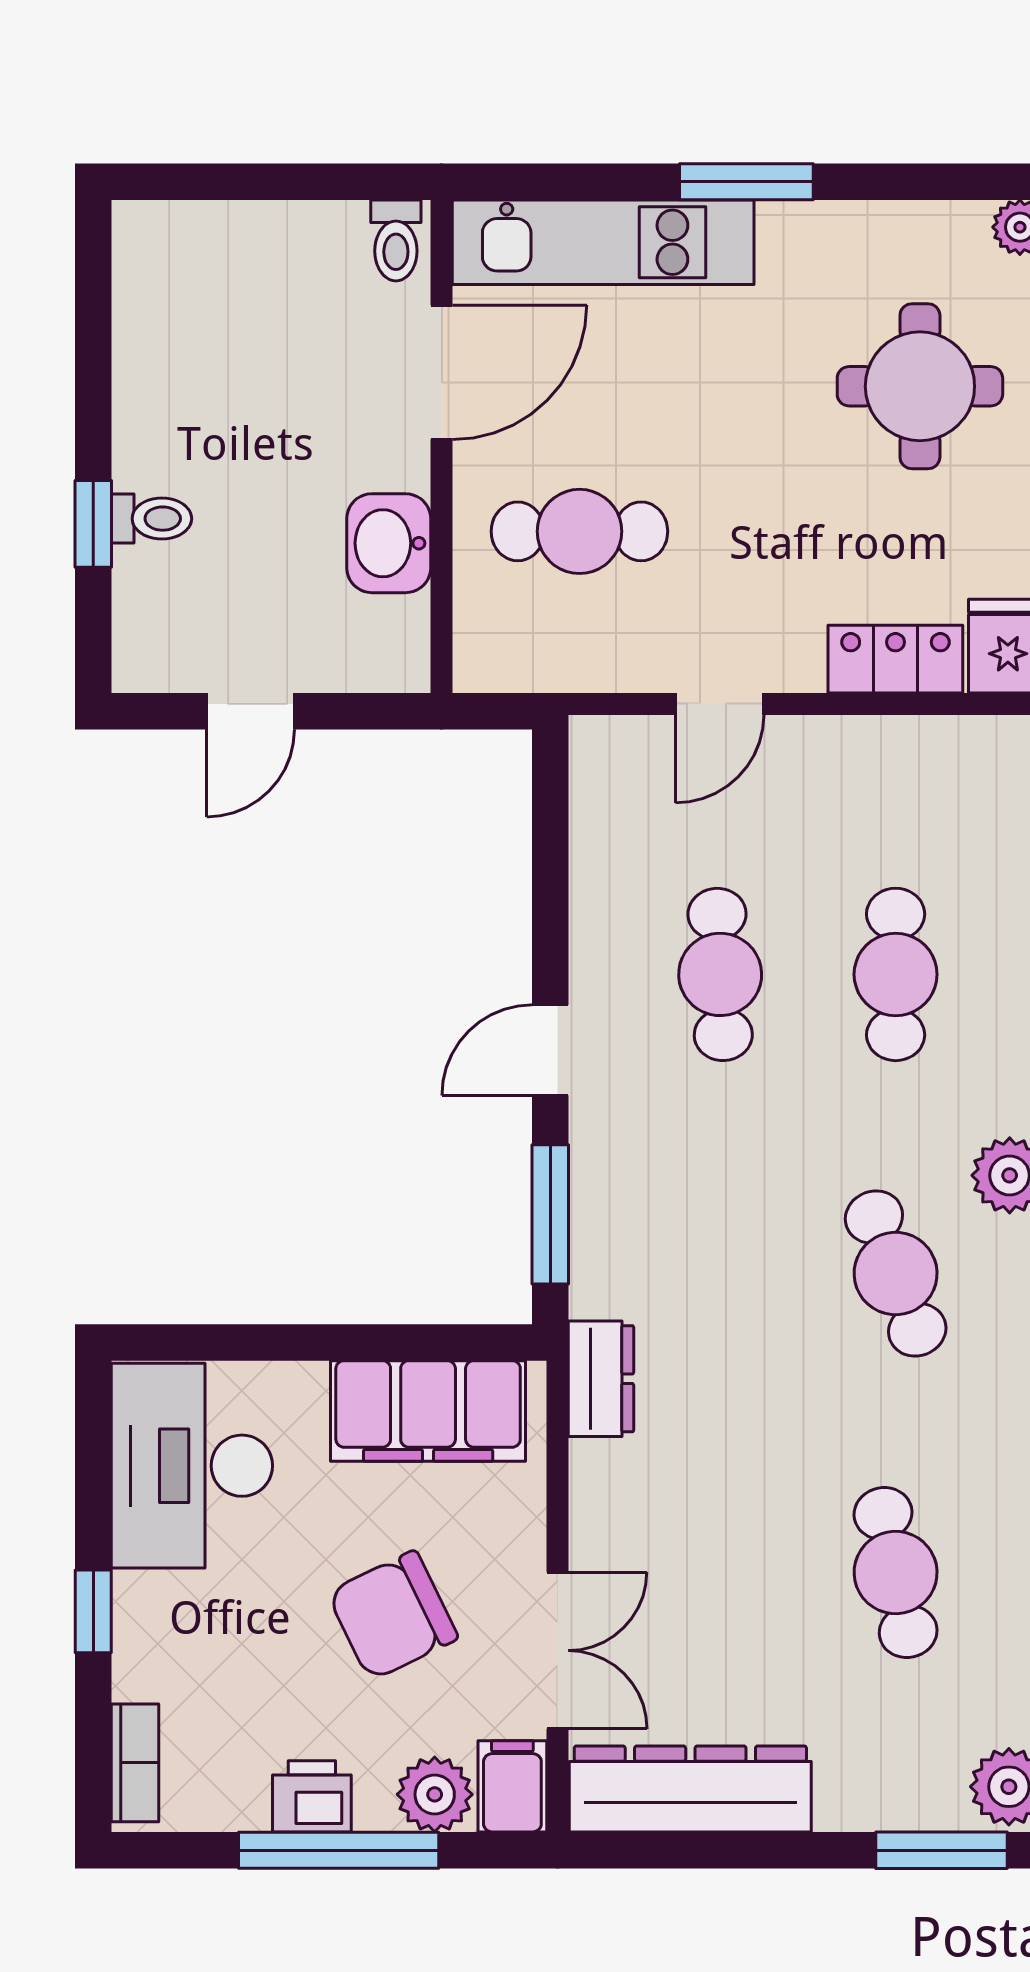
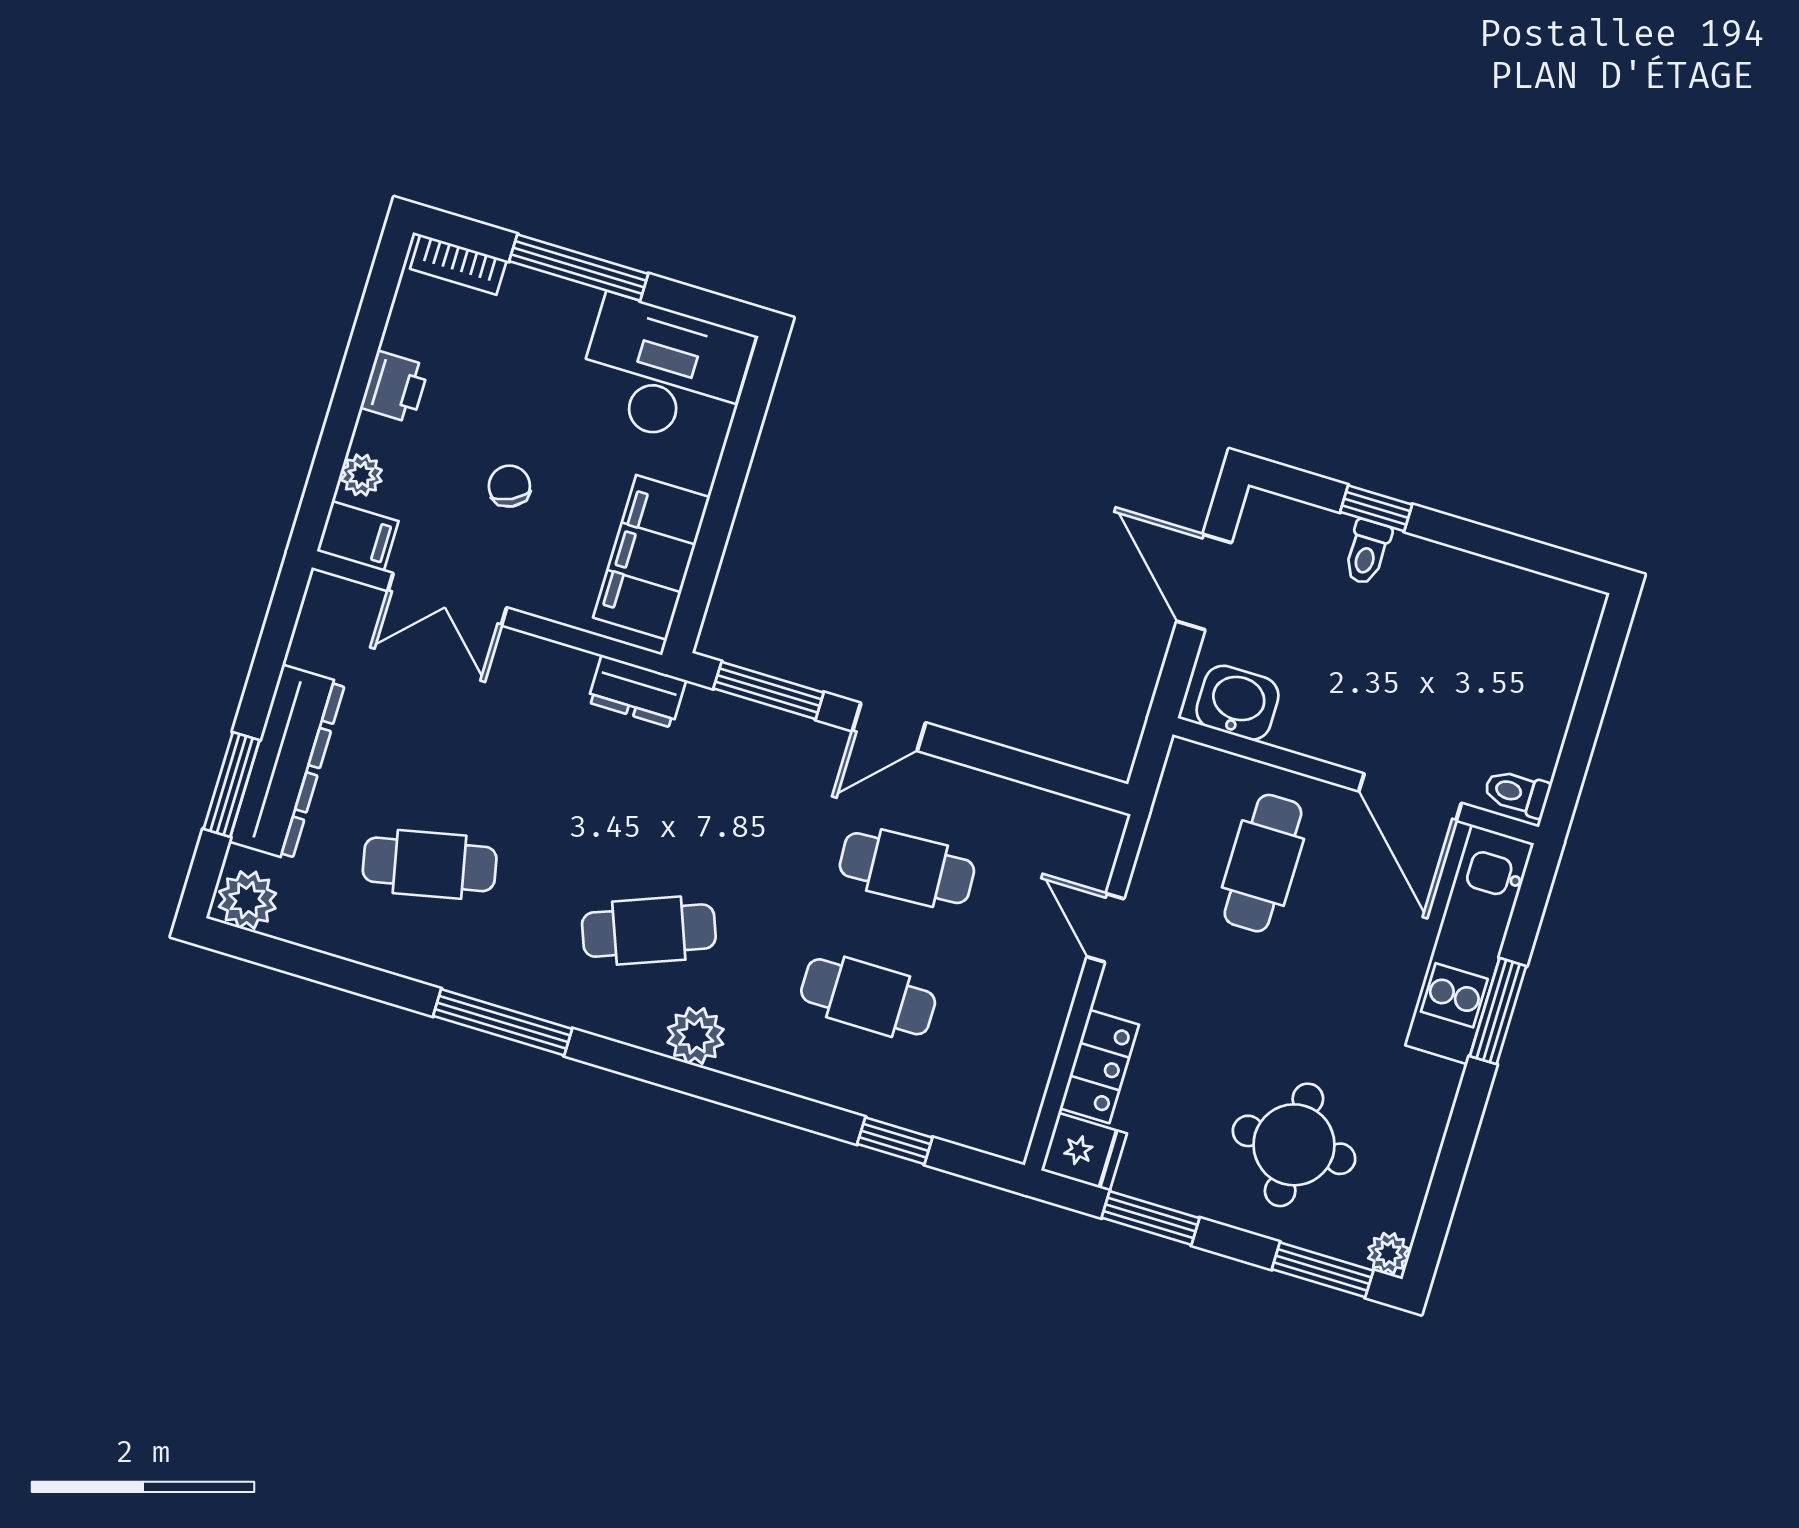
window: (746, 182) -> (1498, 1011), moved
washbasin: (389, 543) -> (1238, 703), moved
door: (250, 711) -> (1204, 582), width x1.38
door: (550, 1050) -> (889, 727), swing flipped
window: (93, 1611) -> (579, 268), width x2.17
chair: (393, 1615) -> (509, 486), width x0.54, depth x0.54
dresser: (690, 1789) -> (287, 762), moved
plant: (435, 1794) -> (361, 475), width x0.73, depth x0.73
window: (339, 1850) -> (349, 395), removed
window: (941, 1850) -> (232, 784), moved

